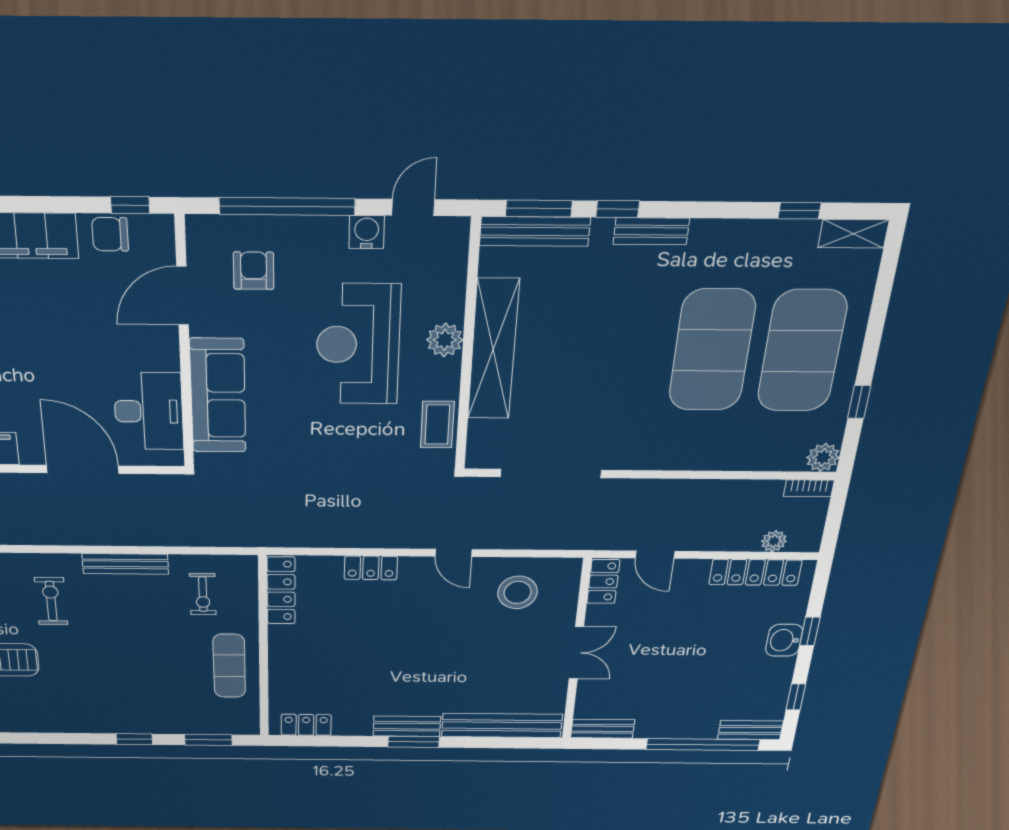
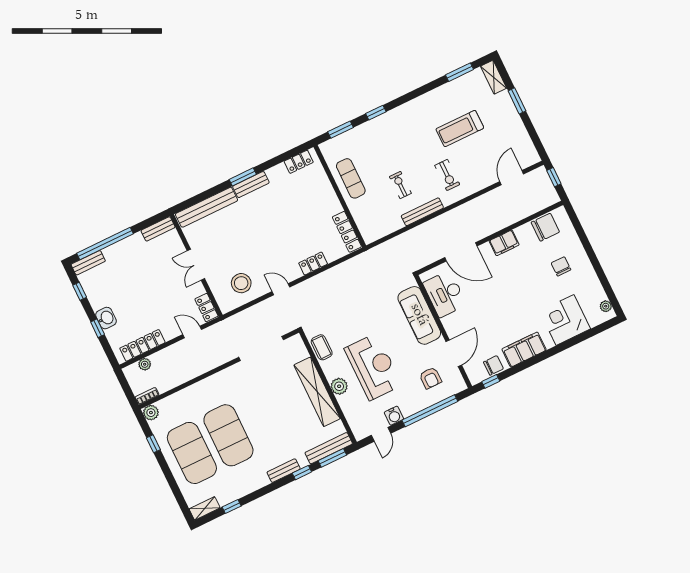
exercise bike: (203, 594) -> (400, 185), moved

